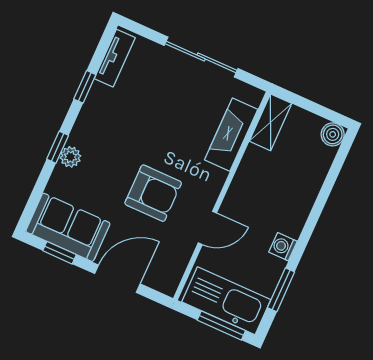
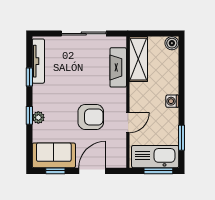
tv unit: (115, 58) -> (38, 61), width x1.41
shelving: (271, 122) -> (138, 59), width x1.50, depth x1.33
washing machine: (283, 247) -> (172, 101), moved

